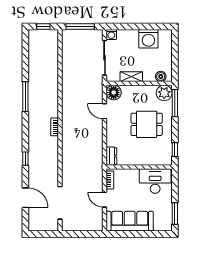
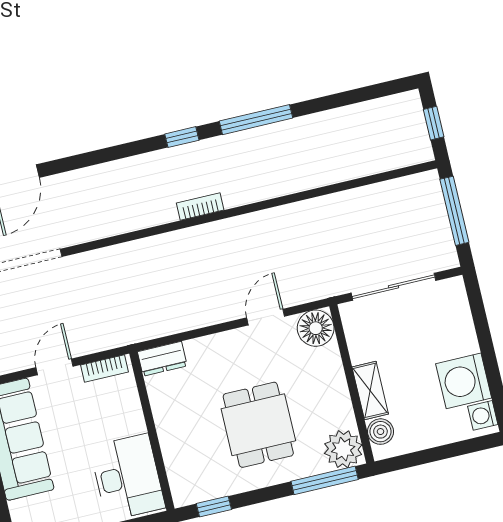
washing machine: (111, 34) -> (483, 415), moved
shelving: (131, 77) -> (370, 390), moved
window: (25, 159) -> (182, 137), moved

